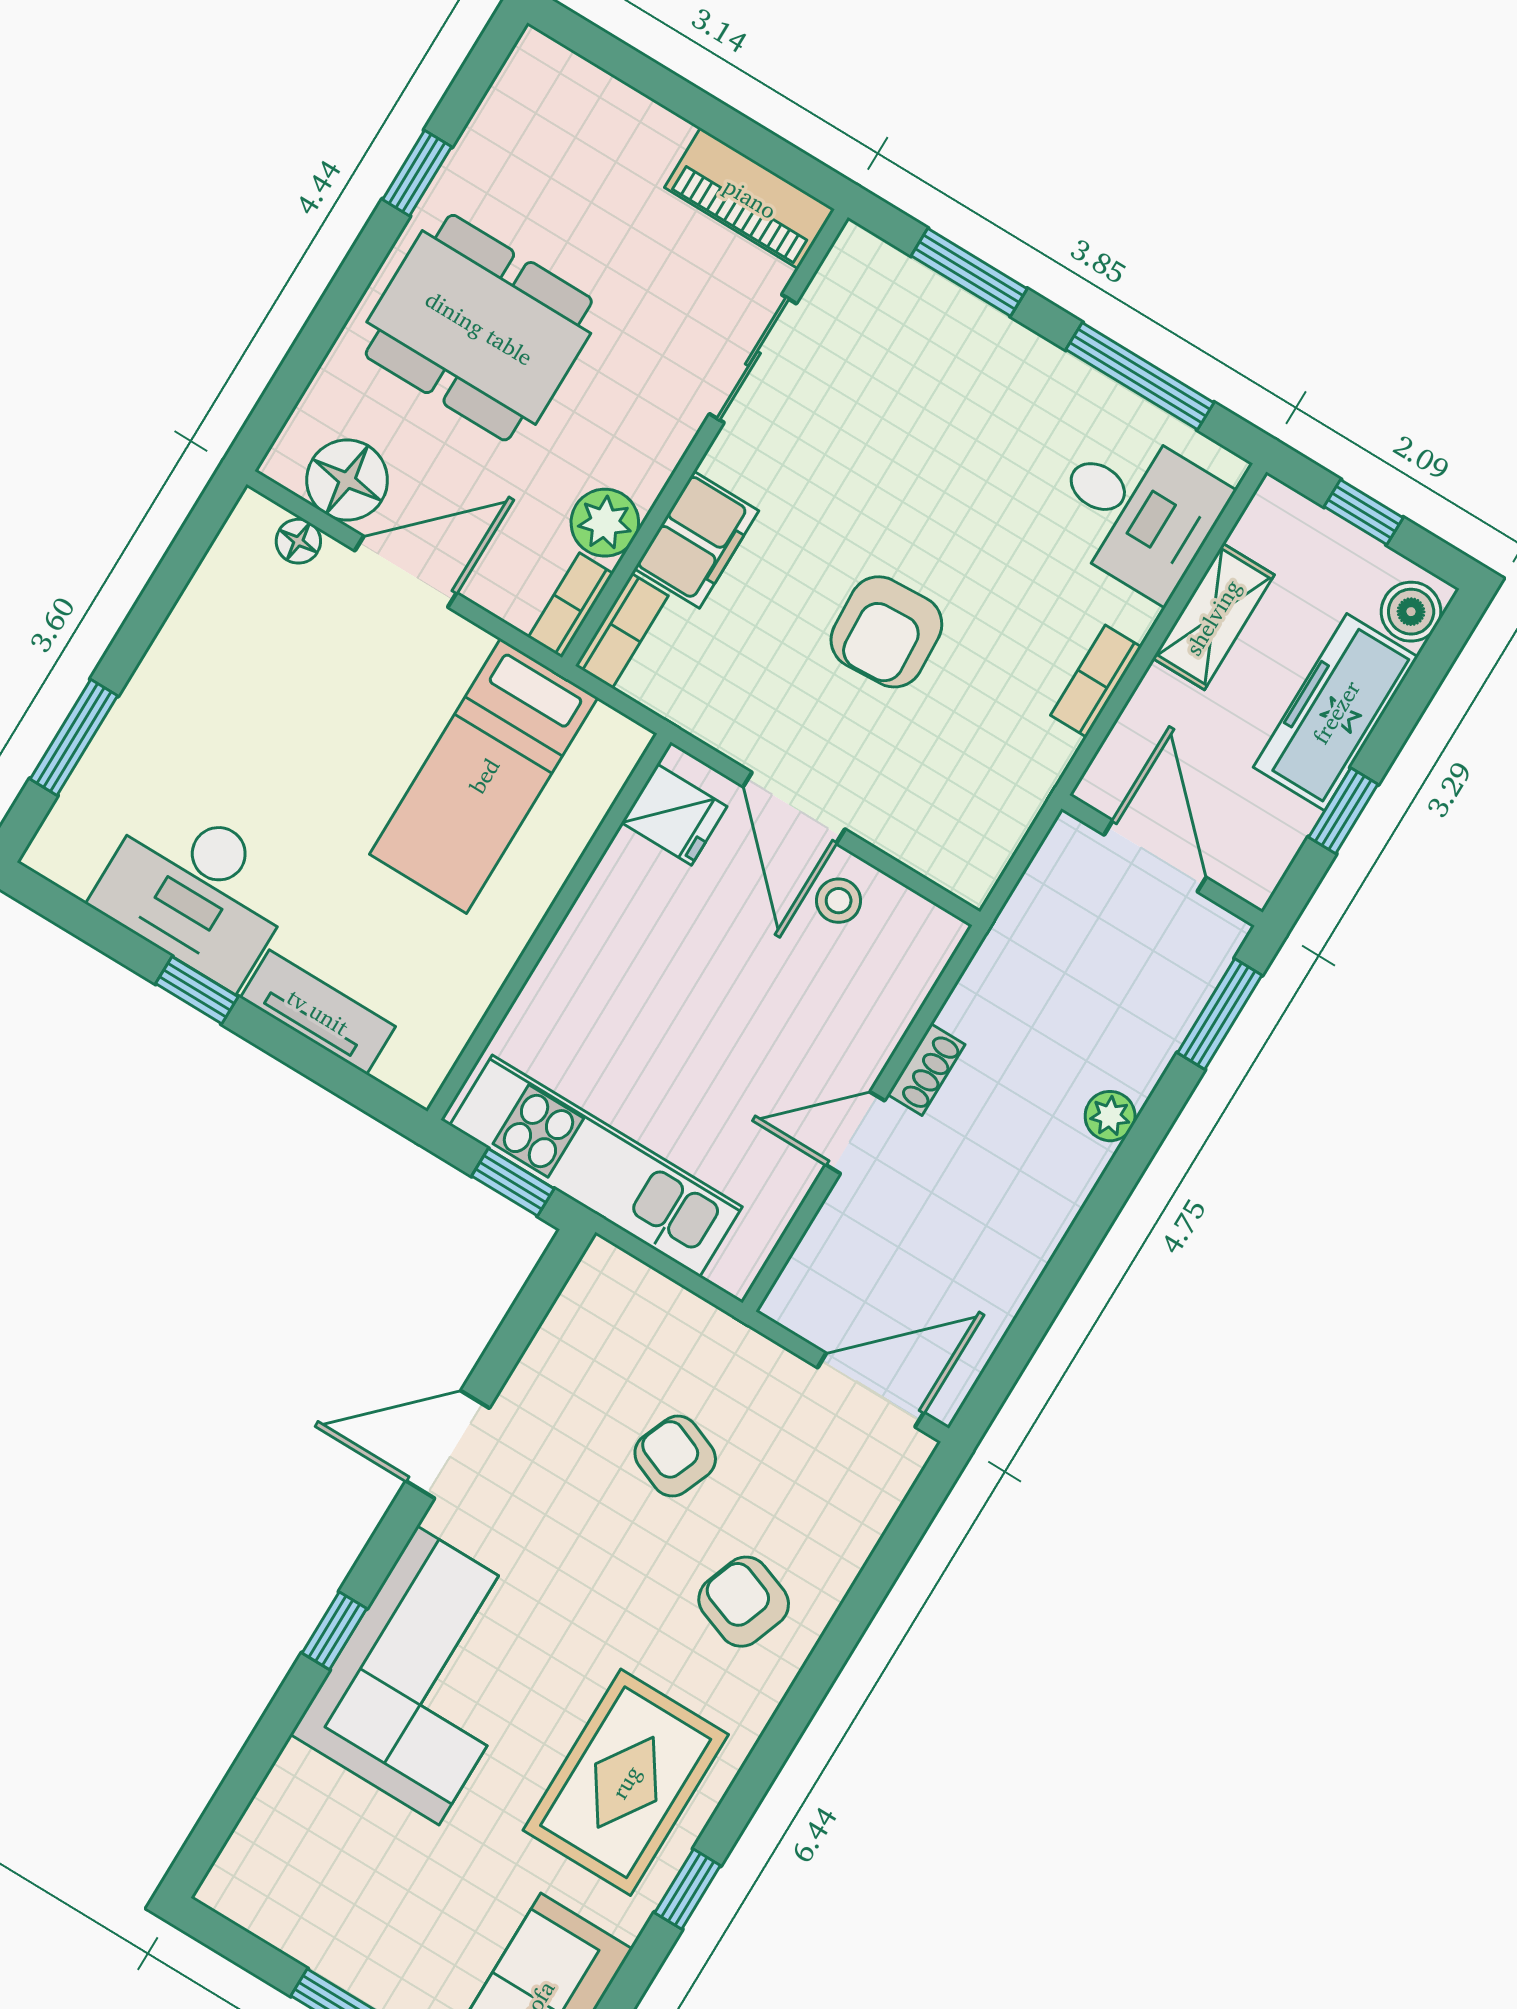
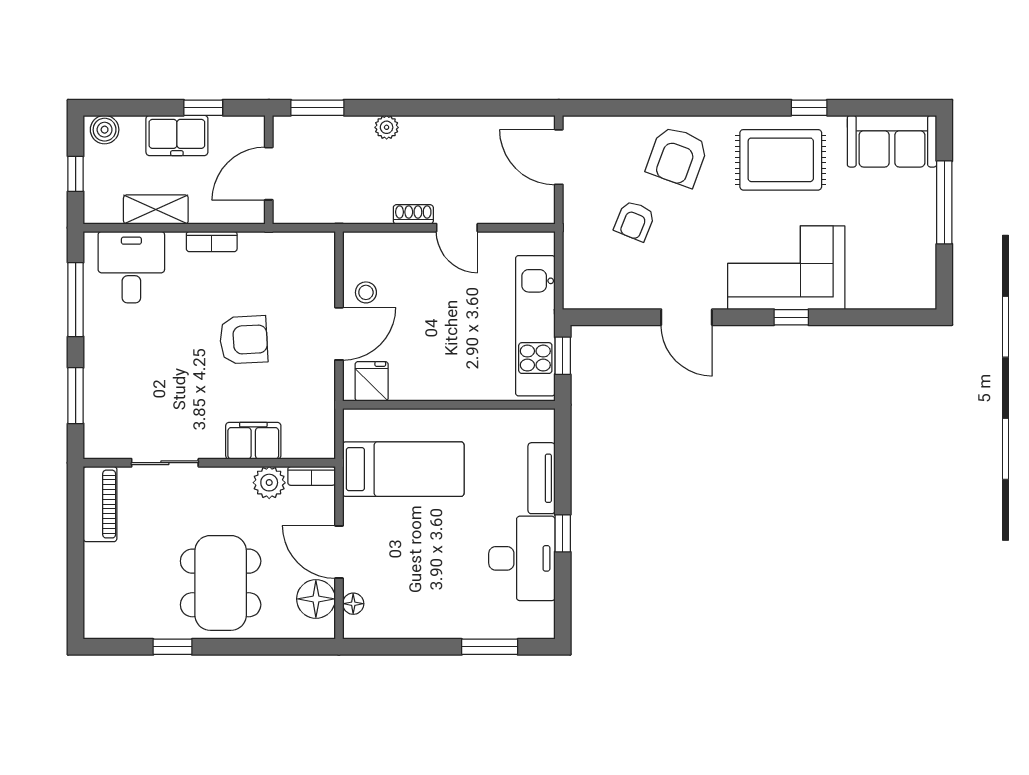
bookcase: (622, 631) -> (309, 449), removed
freezer: (1336, 712) -> (177, 135), width x0.71
armchair: (744, 1602) -> (677, 156), width x1.38, depth x1.38

